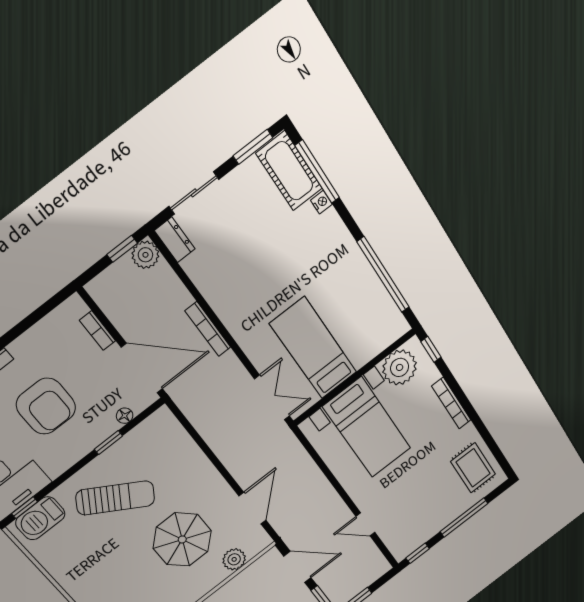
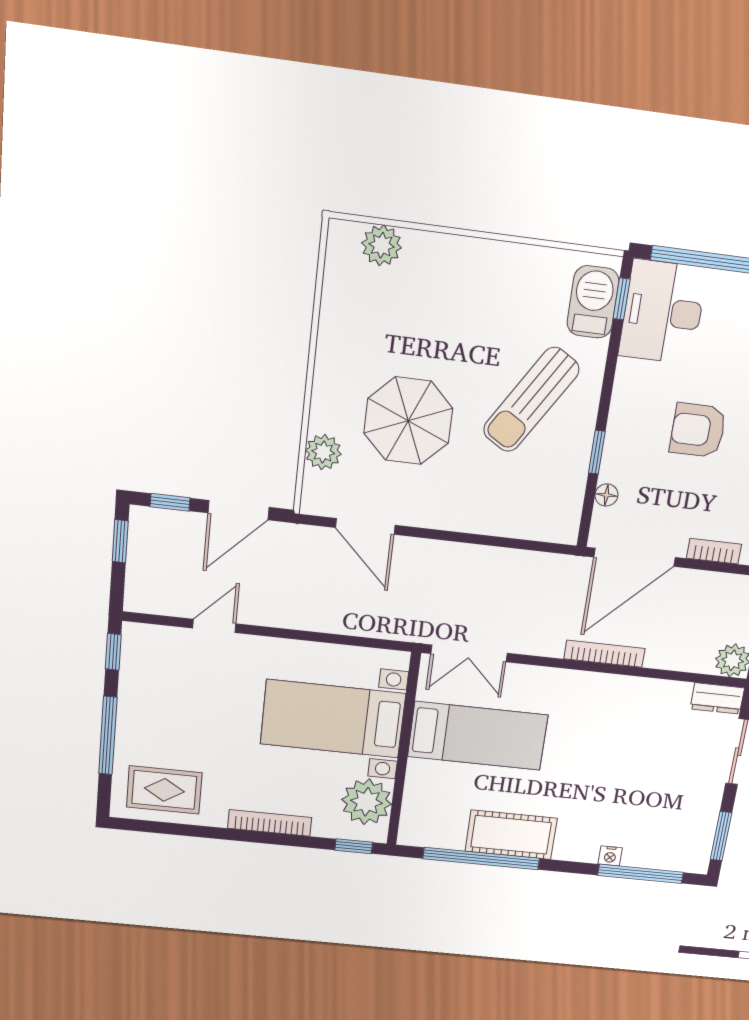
cot: (289, 171) -> (511, 835), moved
armchair: (46, 406) -> (698, 430), width x0.73, depth x0.73

